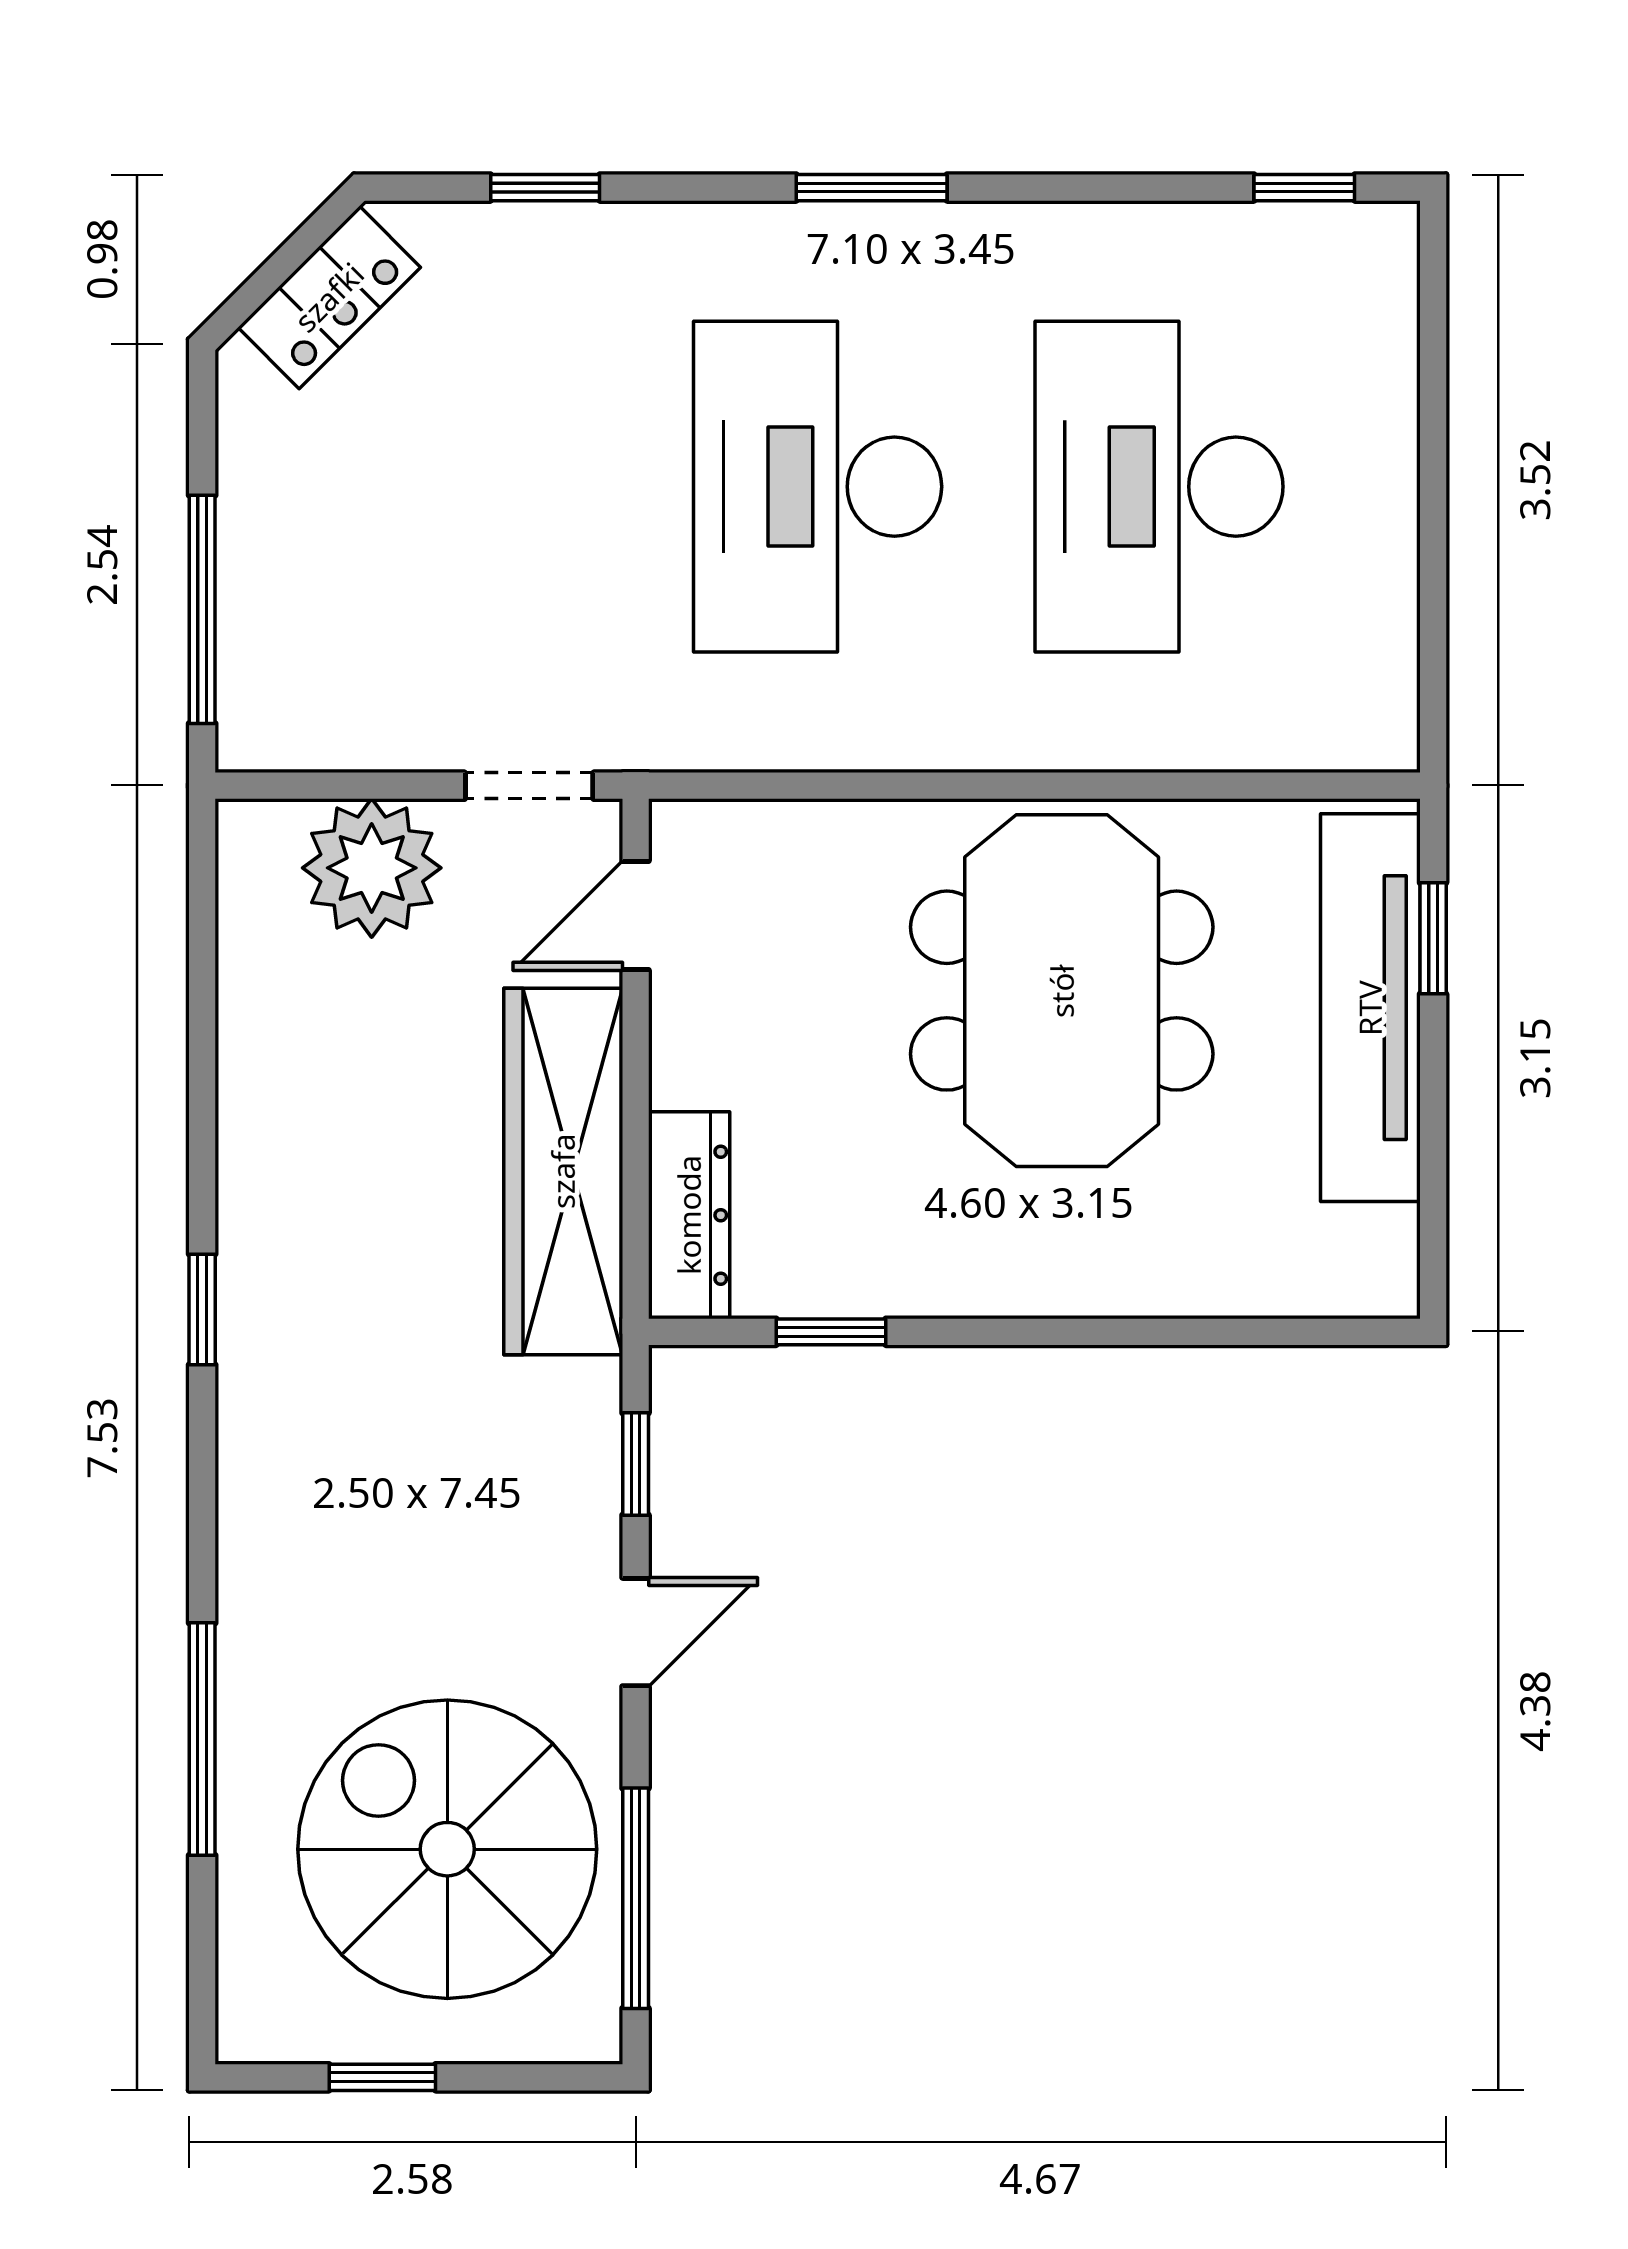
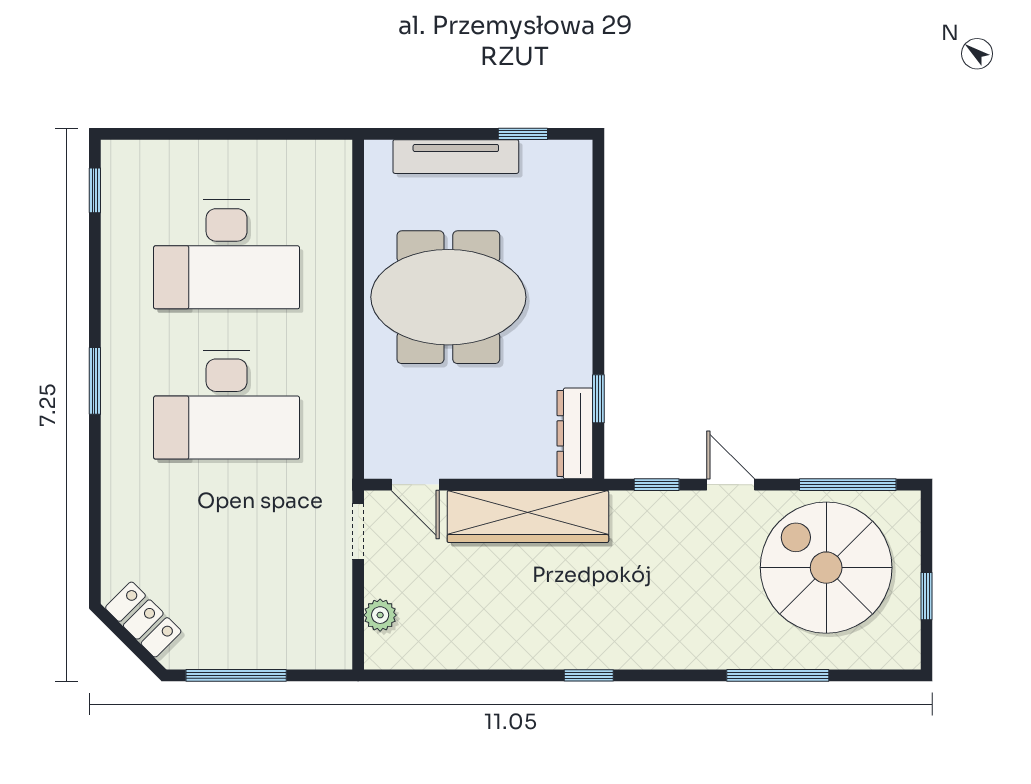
window: (545, 188) -> (95, 525), removed
window: (202, 609) -> (236, 675), moved
plant: (372, 868) -> (380, 615), width x0.53, depth x0.53
window: (1433, 938) -> (523, 134), moved
tv unit: (1370, 1008) -> (456, 157), width x0.73, depth x0.78
dresser: (689, 1215) -> (575, 433), moved, turned -90
spiral stairs: (447, 1849) -> (826, 568), turned 90

